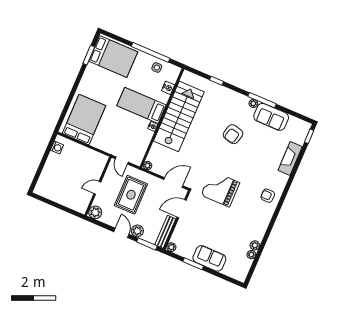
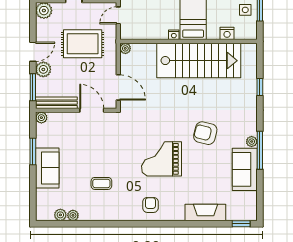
grand piano: (220, 189) -> (161, 159), moved, turned -90
coffee table: (237, 224) -> (101, 183), added
plant: (255, 245) -> (60, 215), moved

